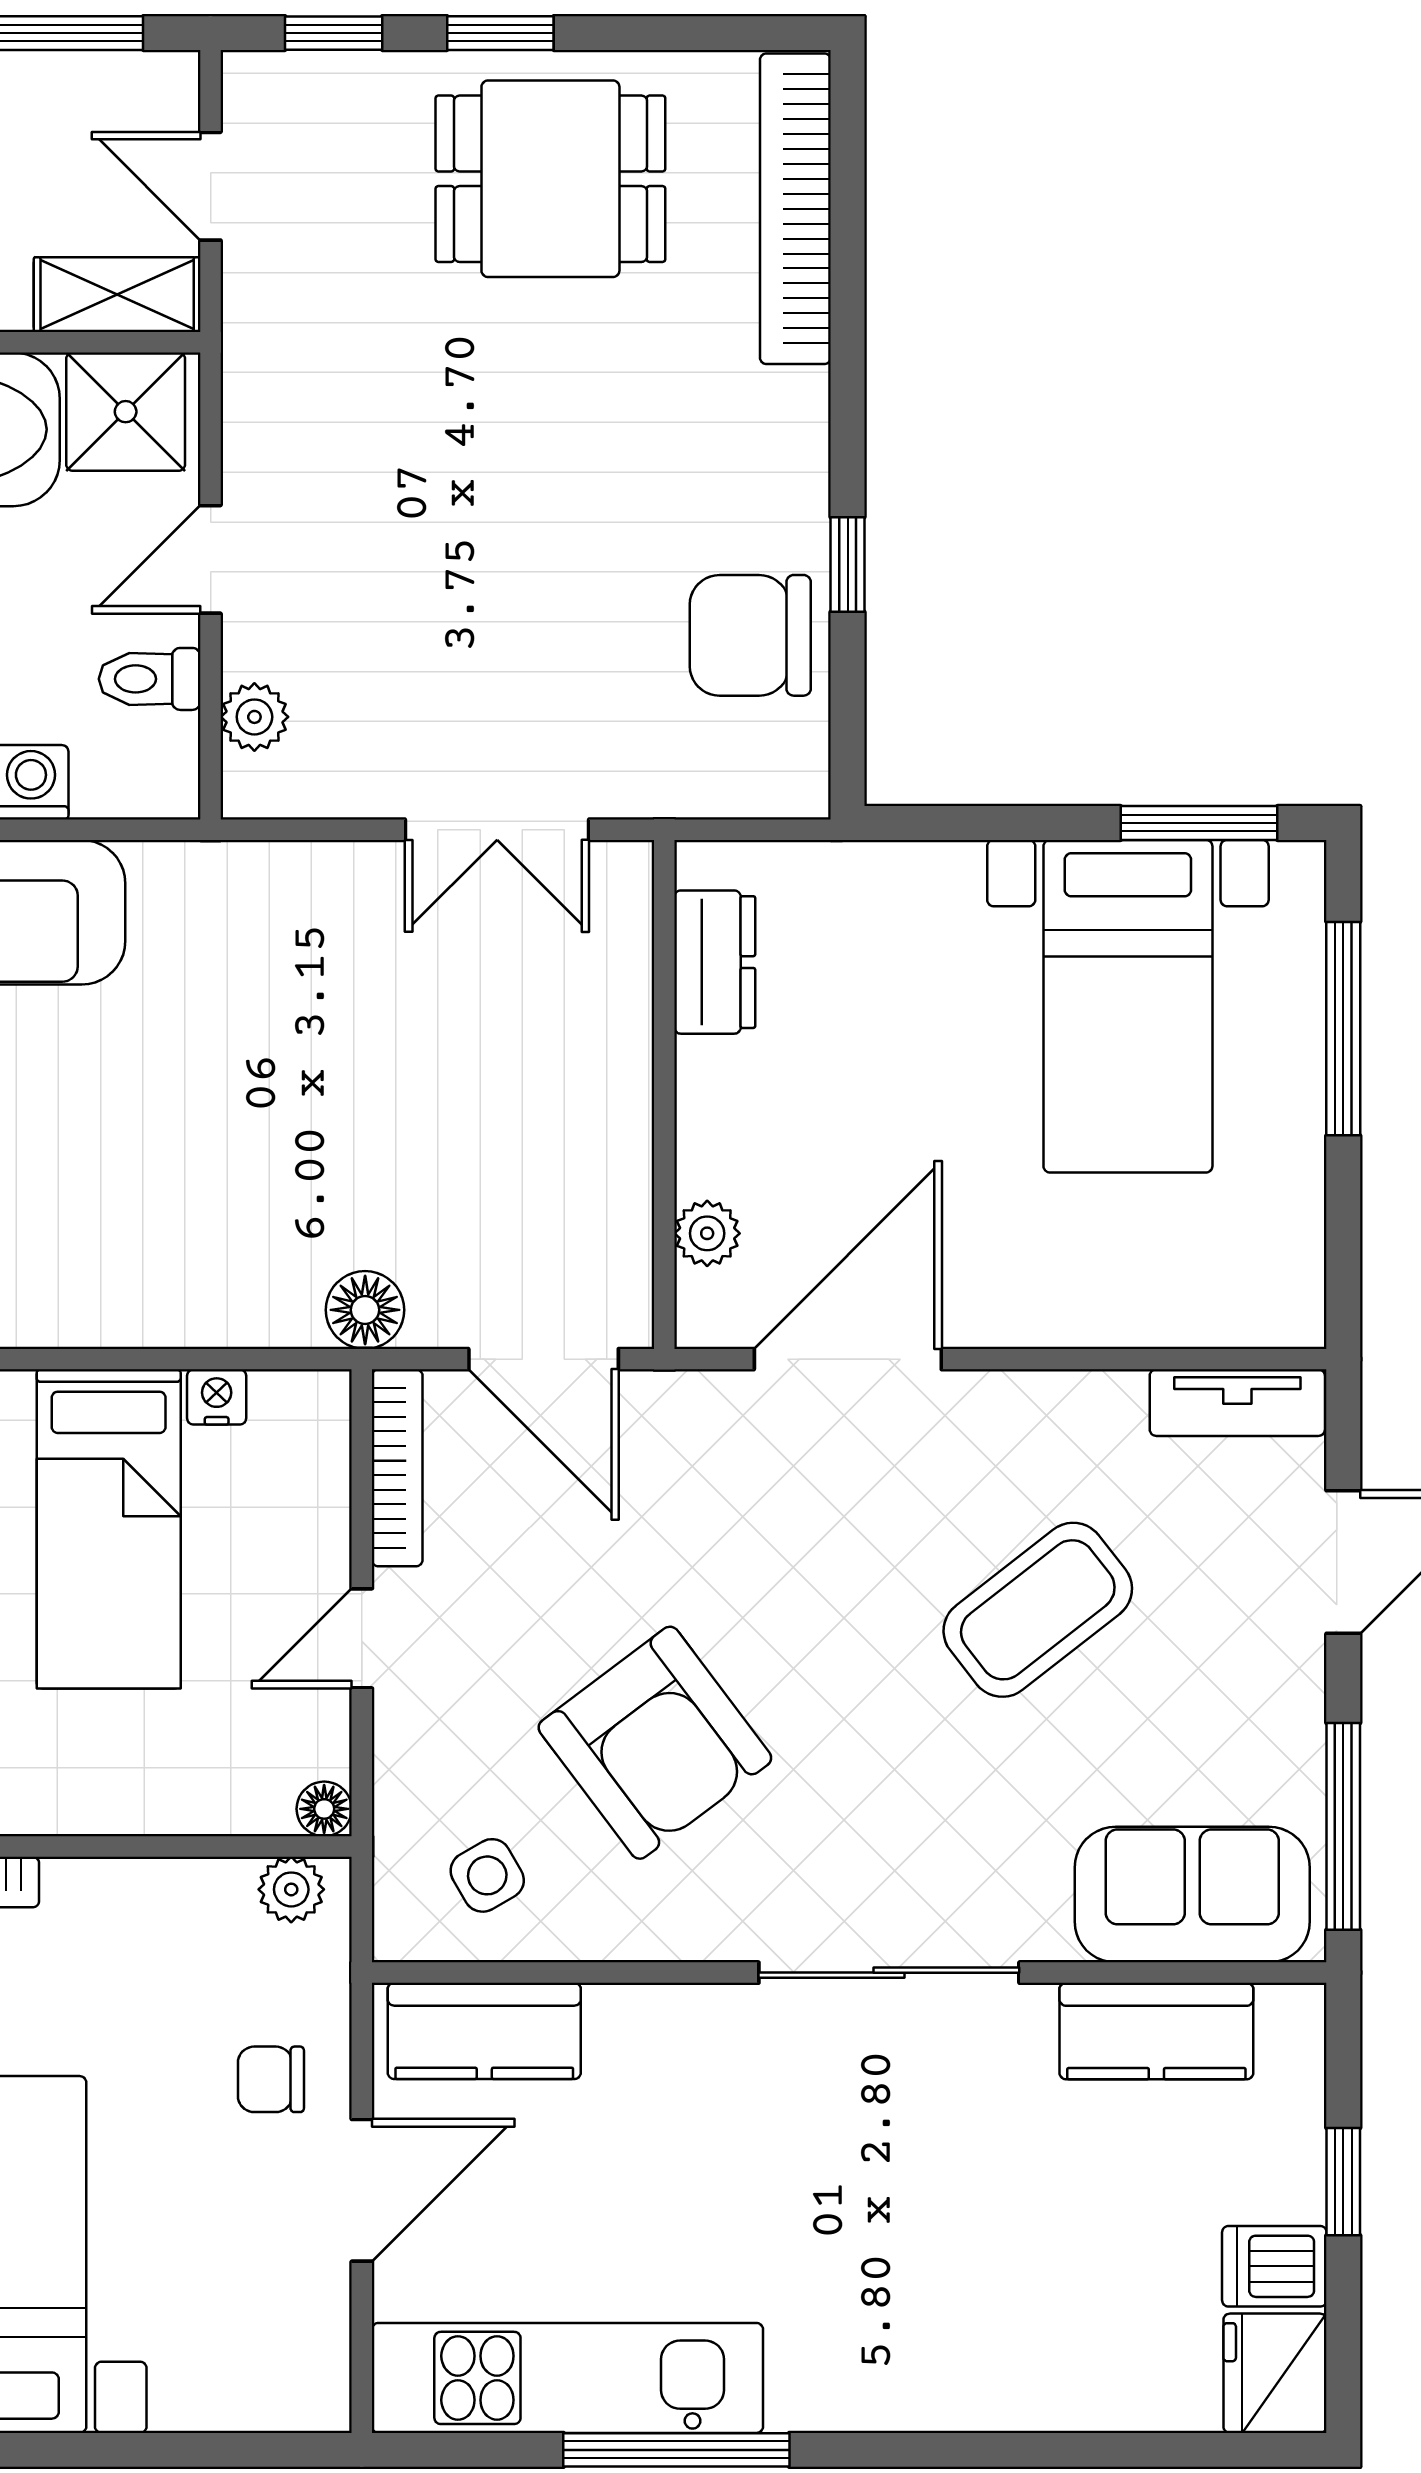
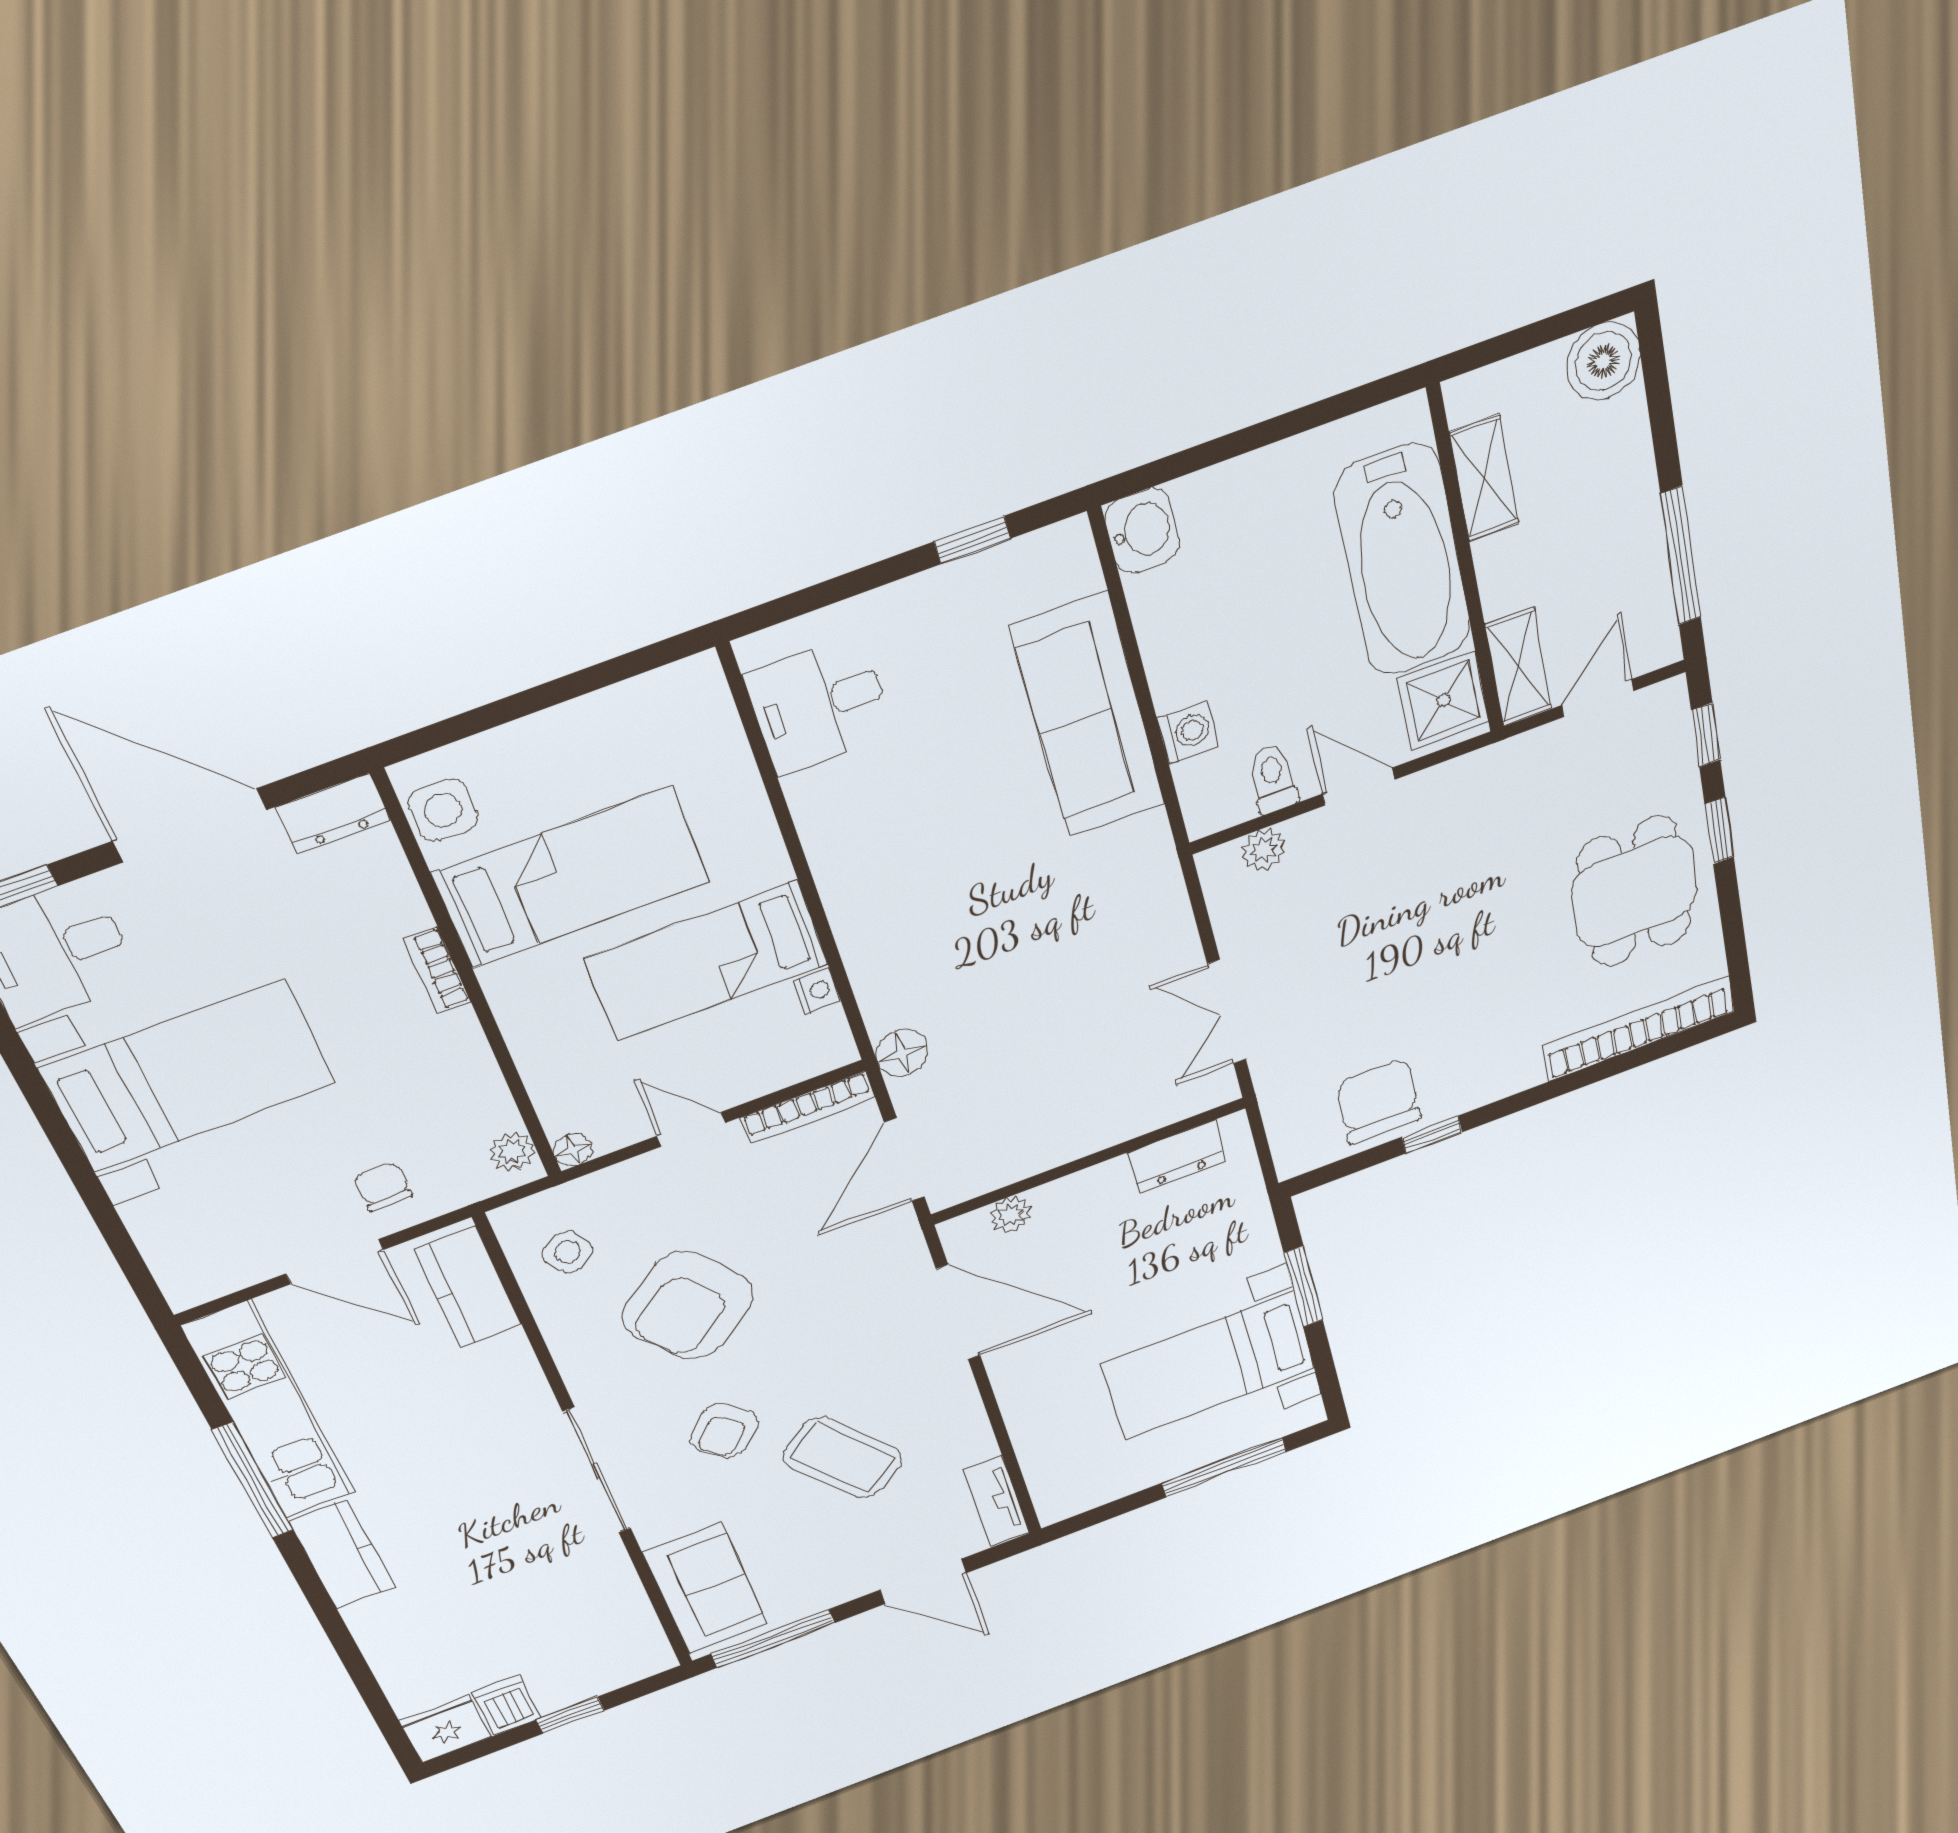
window: (1199, 823) -> (1303, 1286), moved
armchair: (903, 1766) -> (724, 1431), added
kitchen counter: (1156, 2031) -> (342, 1554), moved, turned 180

